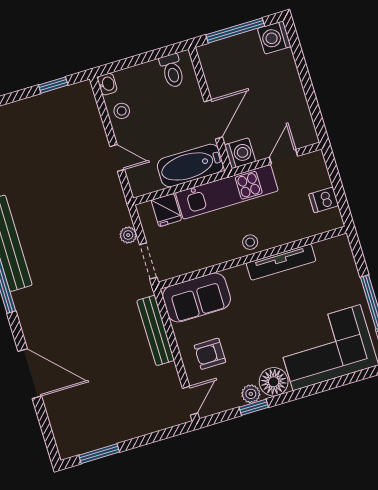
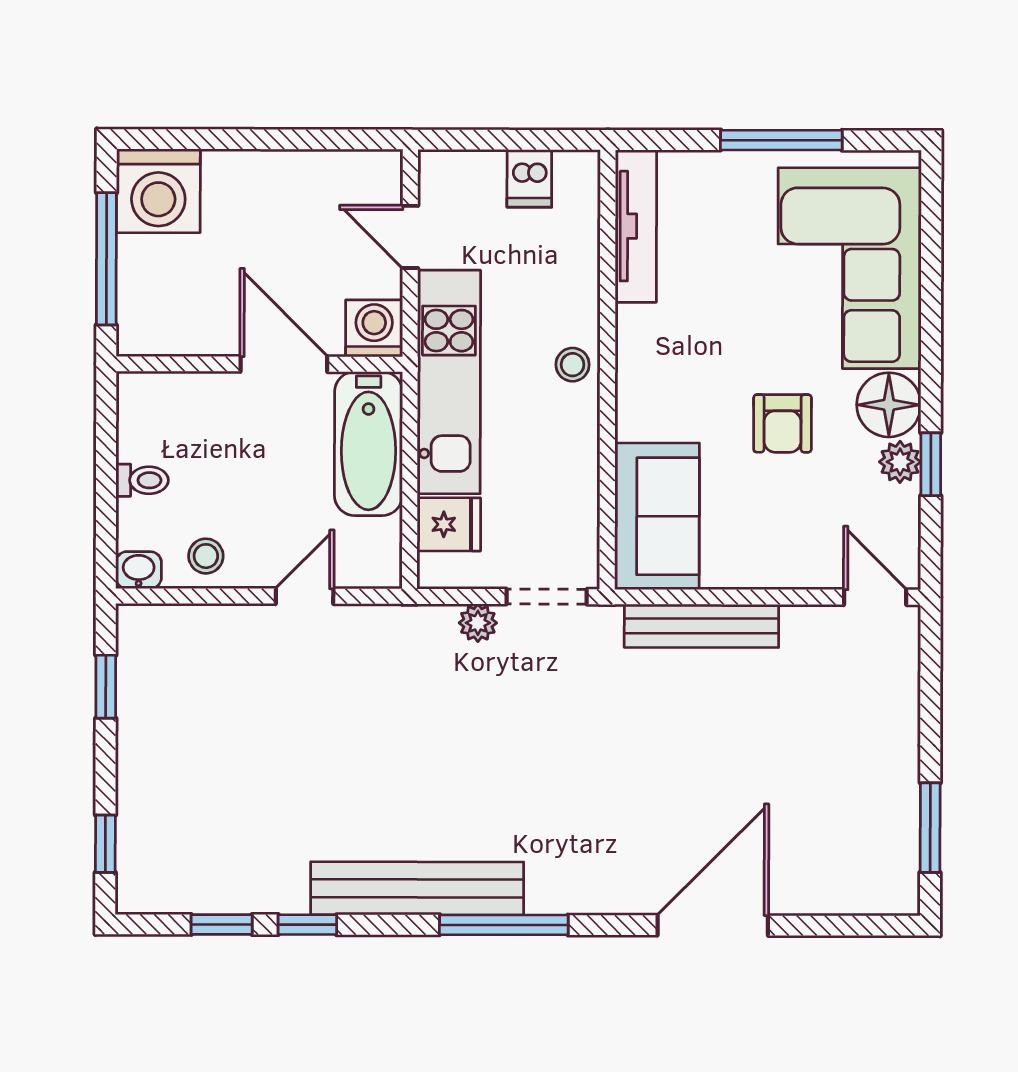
washing machine: (274, 38) -> (158, 191), width x1.37, depth x1.37
toilet: (172, 71) -> (142, 480), moved, width x0.73, depth x0.72
tv unit: (281, 262) -> (636, 226), moved
armchair: (210, 354) -> (783, 423), moved

